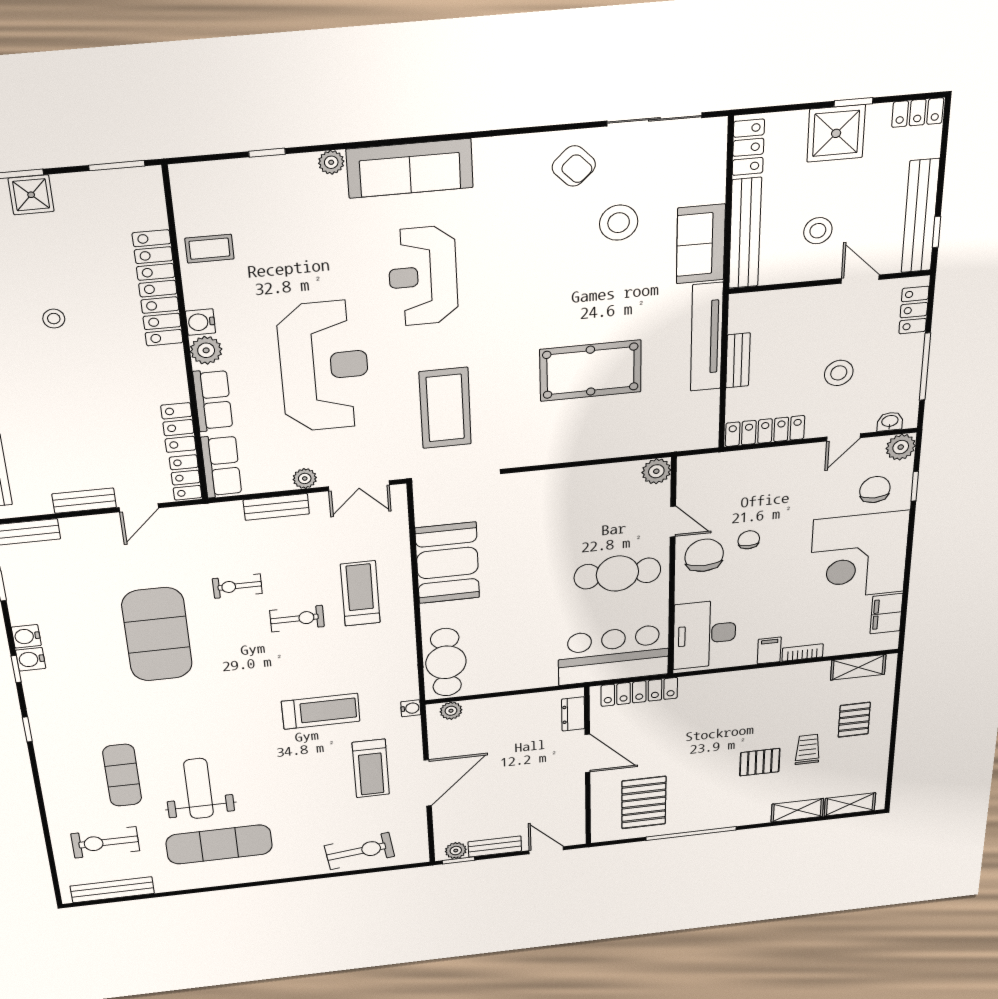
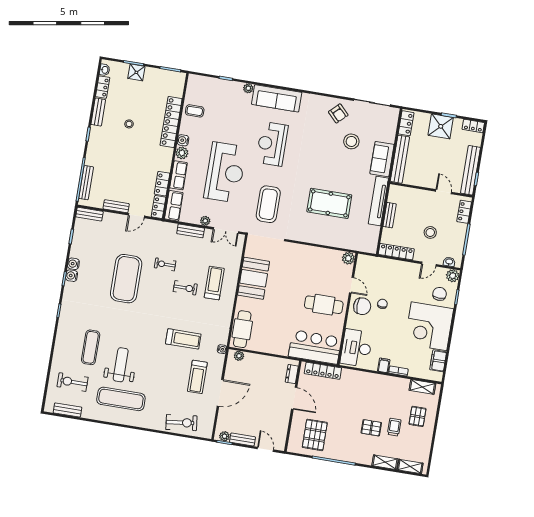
stool: (818, 231) -> (429, 166), removed
chair: (704, 555) -> (362, 306), turned 90
bench: (112, 890) -> (67, 410), width x0.73

